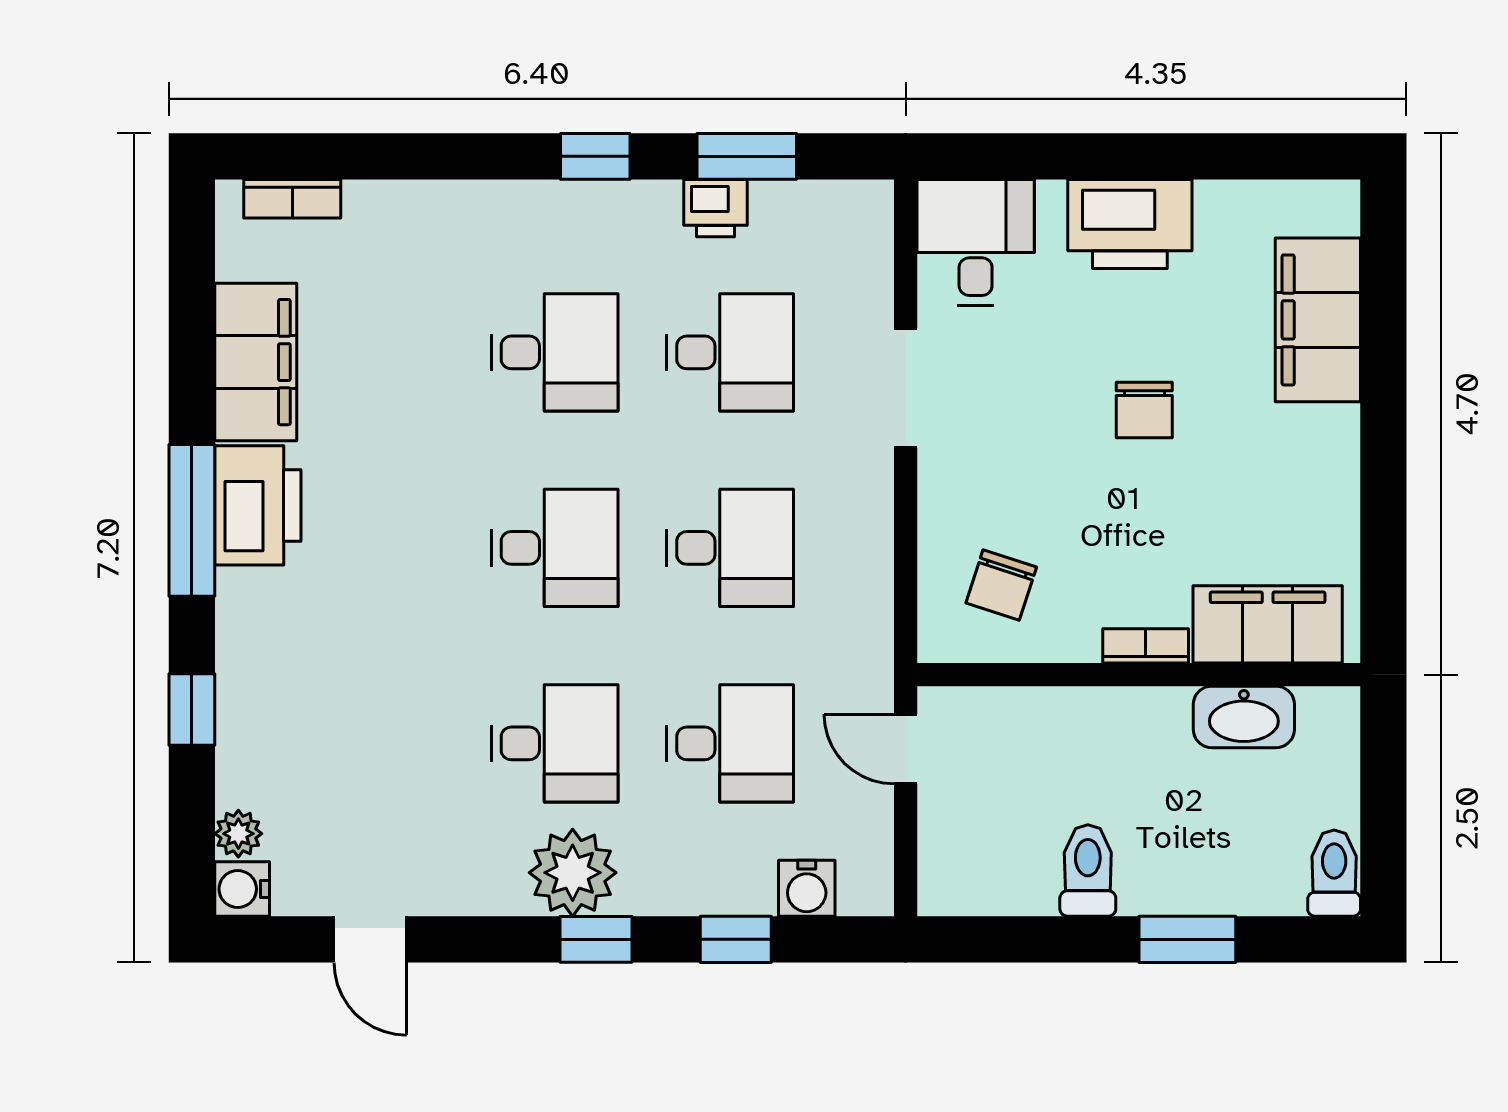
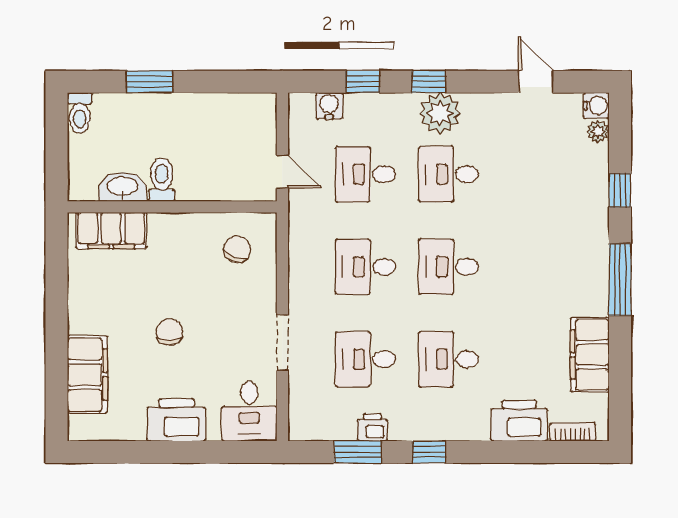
printer: (258, 505) -> (519, 421), moved, turned 90
bookcase: (1146, 646) -> (169, 220), removed
toilet: (1088, 870) -> (162, 180), moved, turned 180

